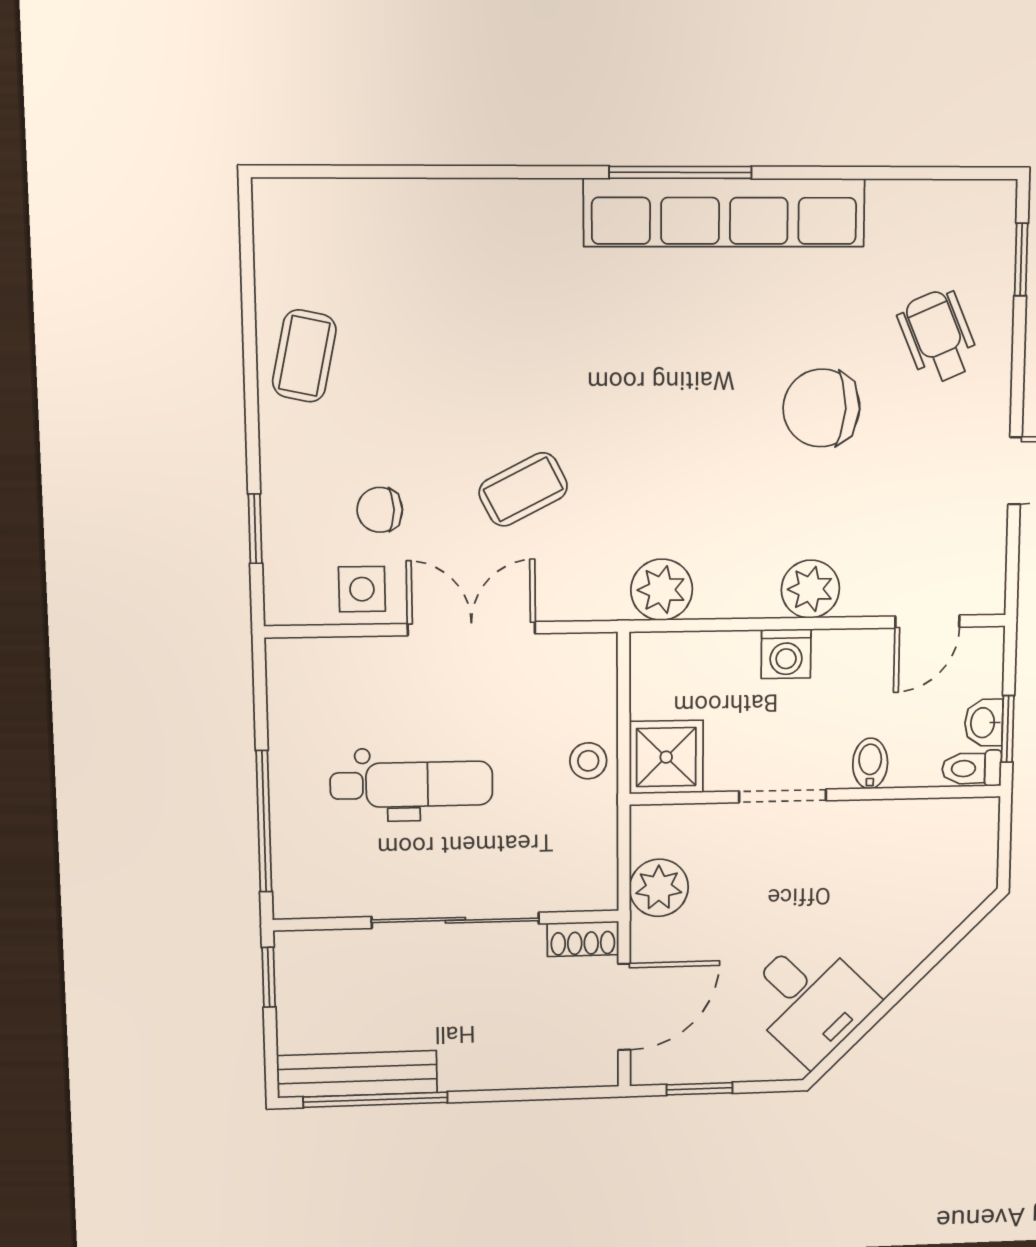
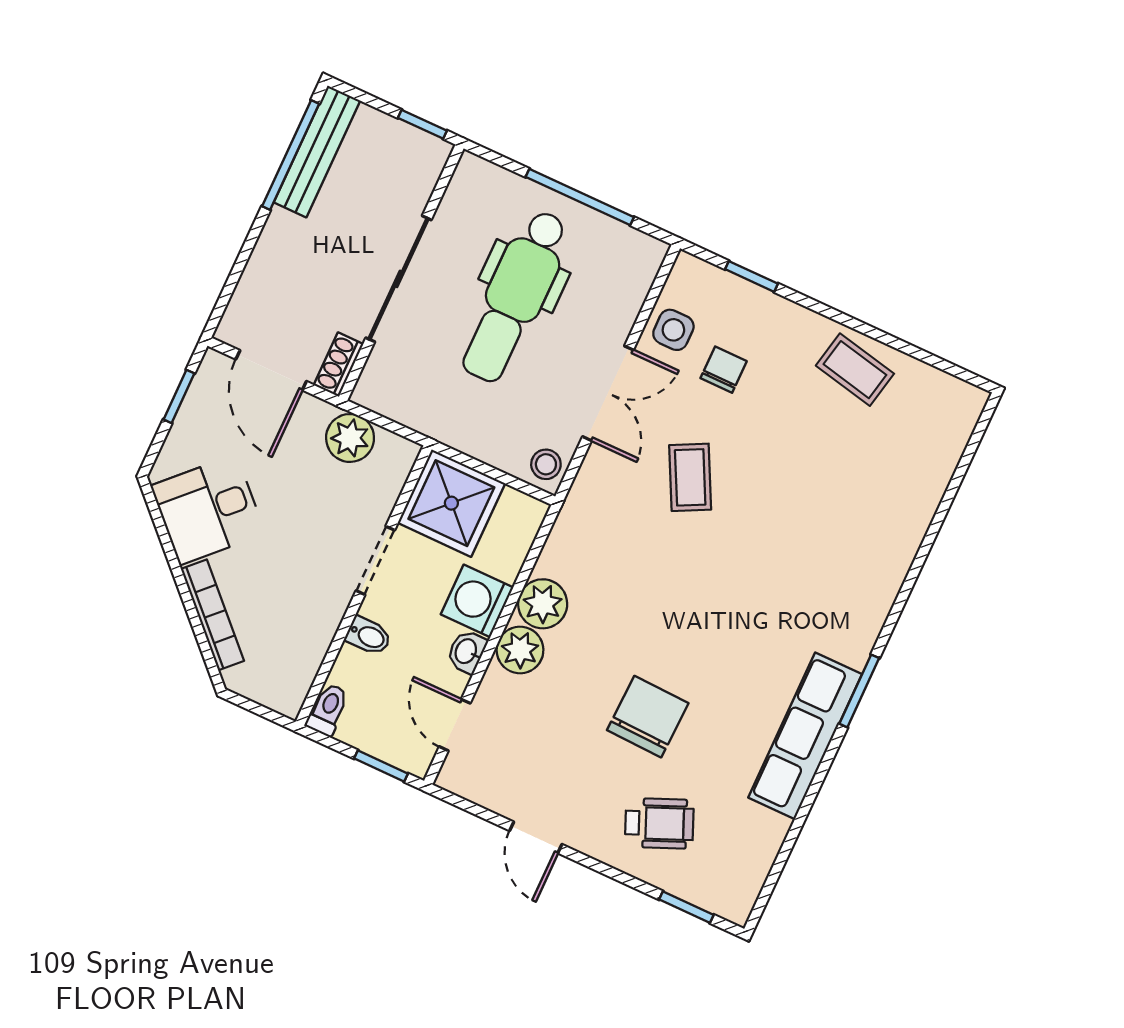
window: (680, 172) -> (859, 691), width x0.69
row of seats: (725, 213) -> (805, 736), width x0.73
plant: (662, 590) -> (543, 604), moved
washing machine: (786, 654) -> (477, 601), width x1.38, depth x1.38
washbasin: (984, 723) -> (467, 652), moved, turned -90
window: (1008, 729) -> (381, 766), moved
shower: (666, 757) -> (451, 503), width x1.36, depth x1.36
stool: (588, 761) -> (546, 464), moved
dental chair: (412, 784) -> (515, 296), width x1.36, depth x1.38
window: (264, 821) -> (580, 197), moved
bookcase: (922, 940) -> (212, 615), added

